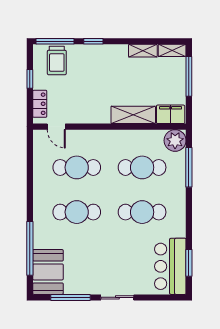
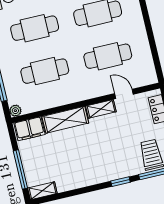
shelving: (143, 51) -> (101, 109), moved
door: (56, 127) -> (124, 94), moved
plant: (175, 141) -> (15, 111), width x0.53, depth x0.53

